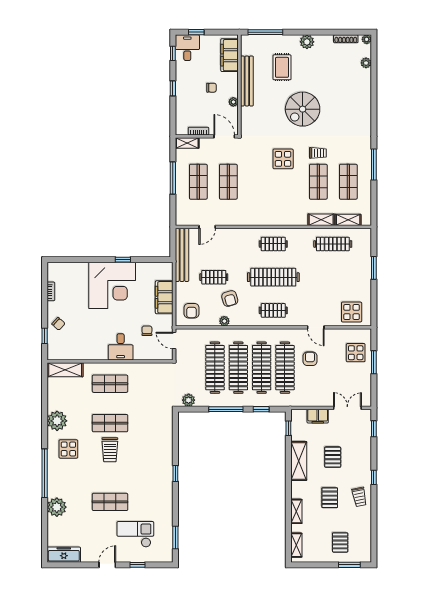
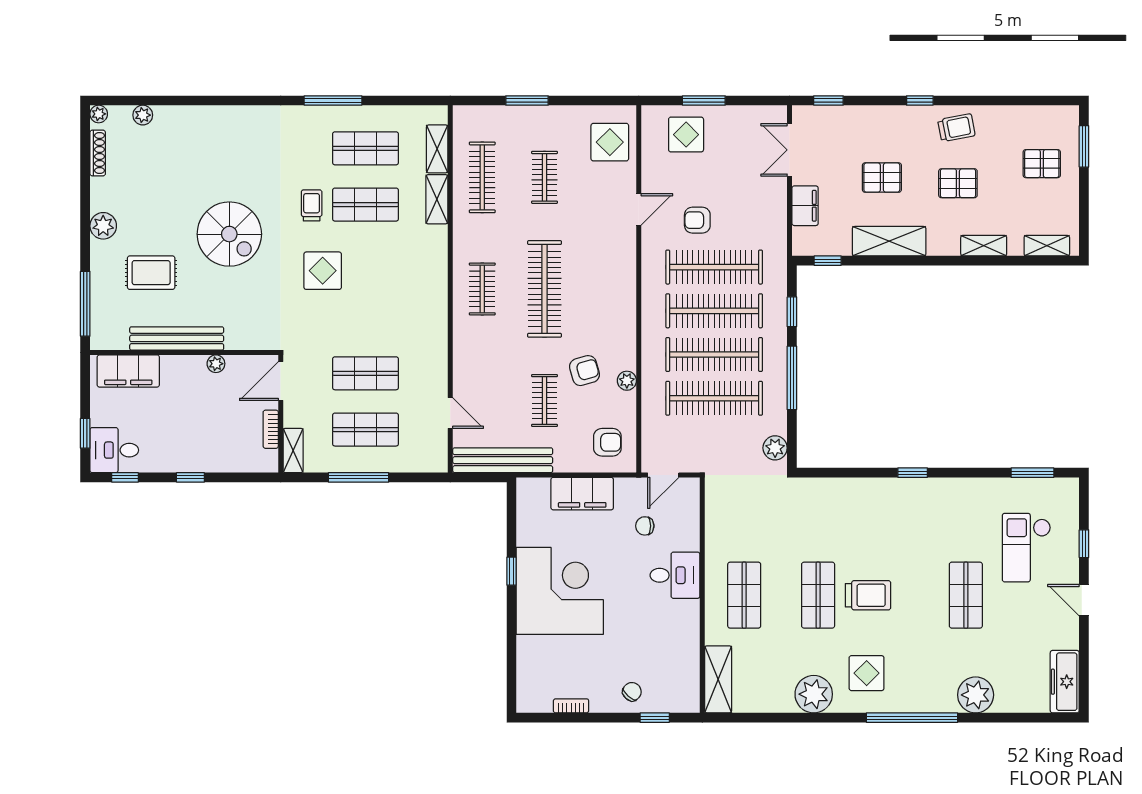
chair: (211, 88) -> (189, 405), removed
clothes rail: (273, 310) -> (545, 177), moved

